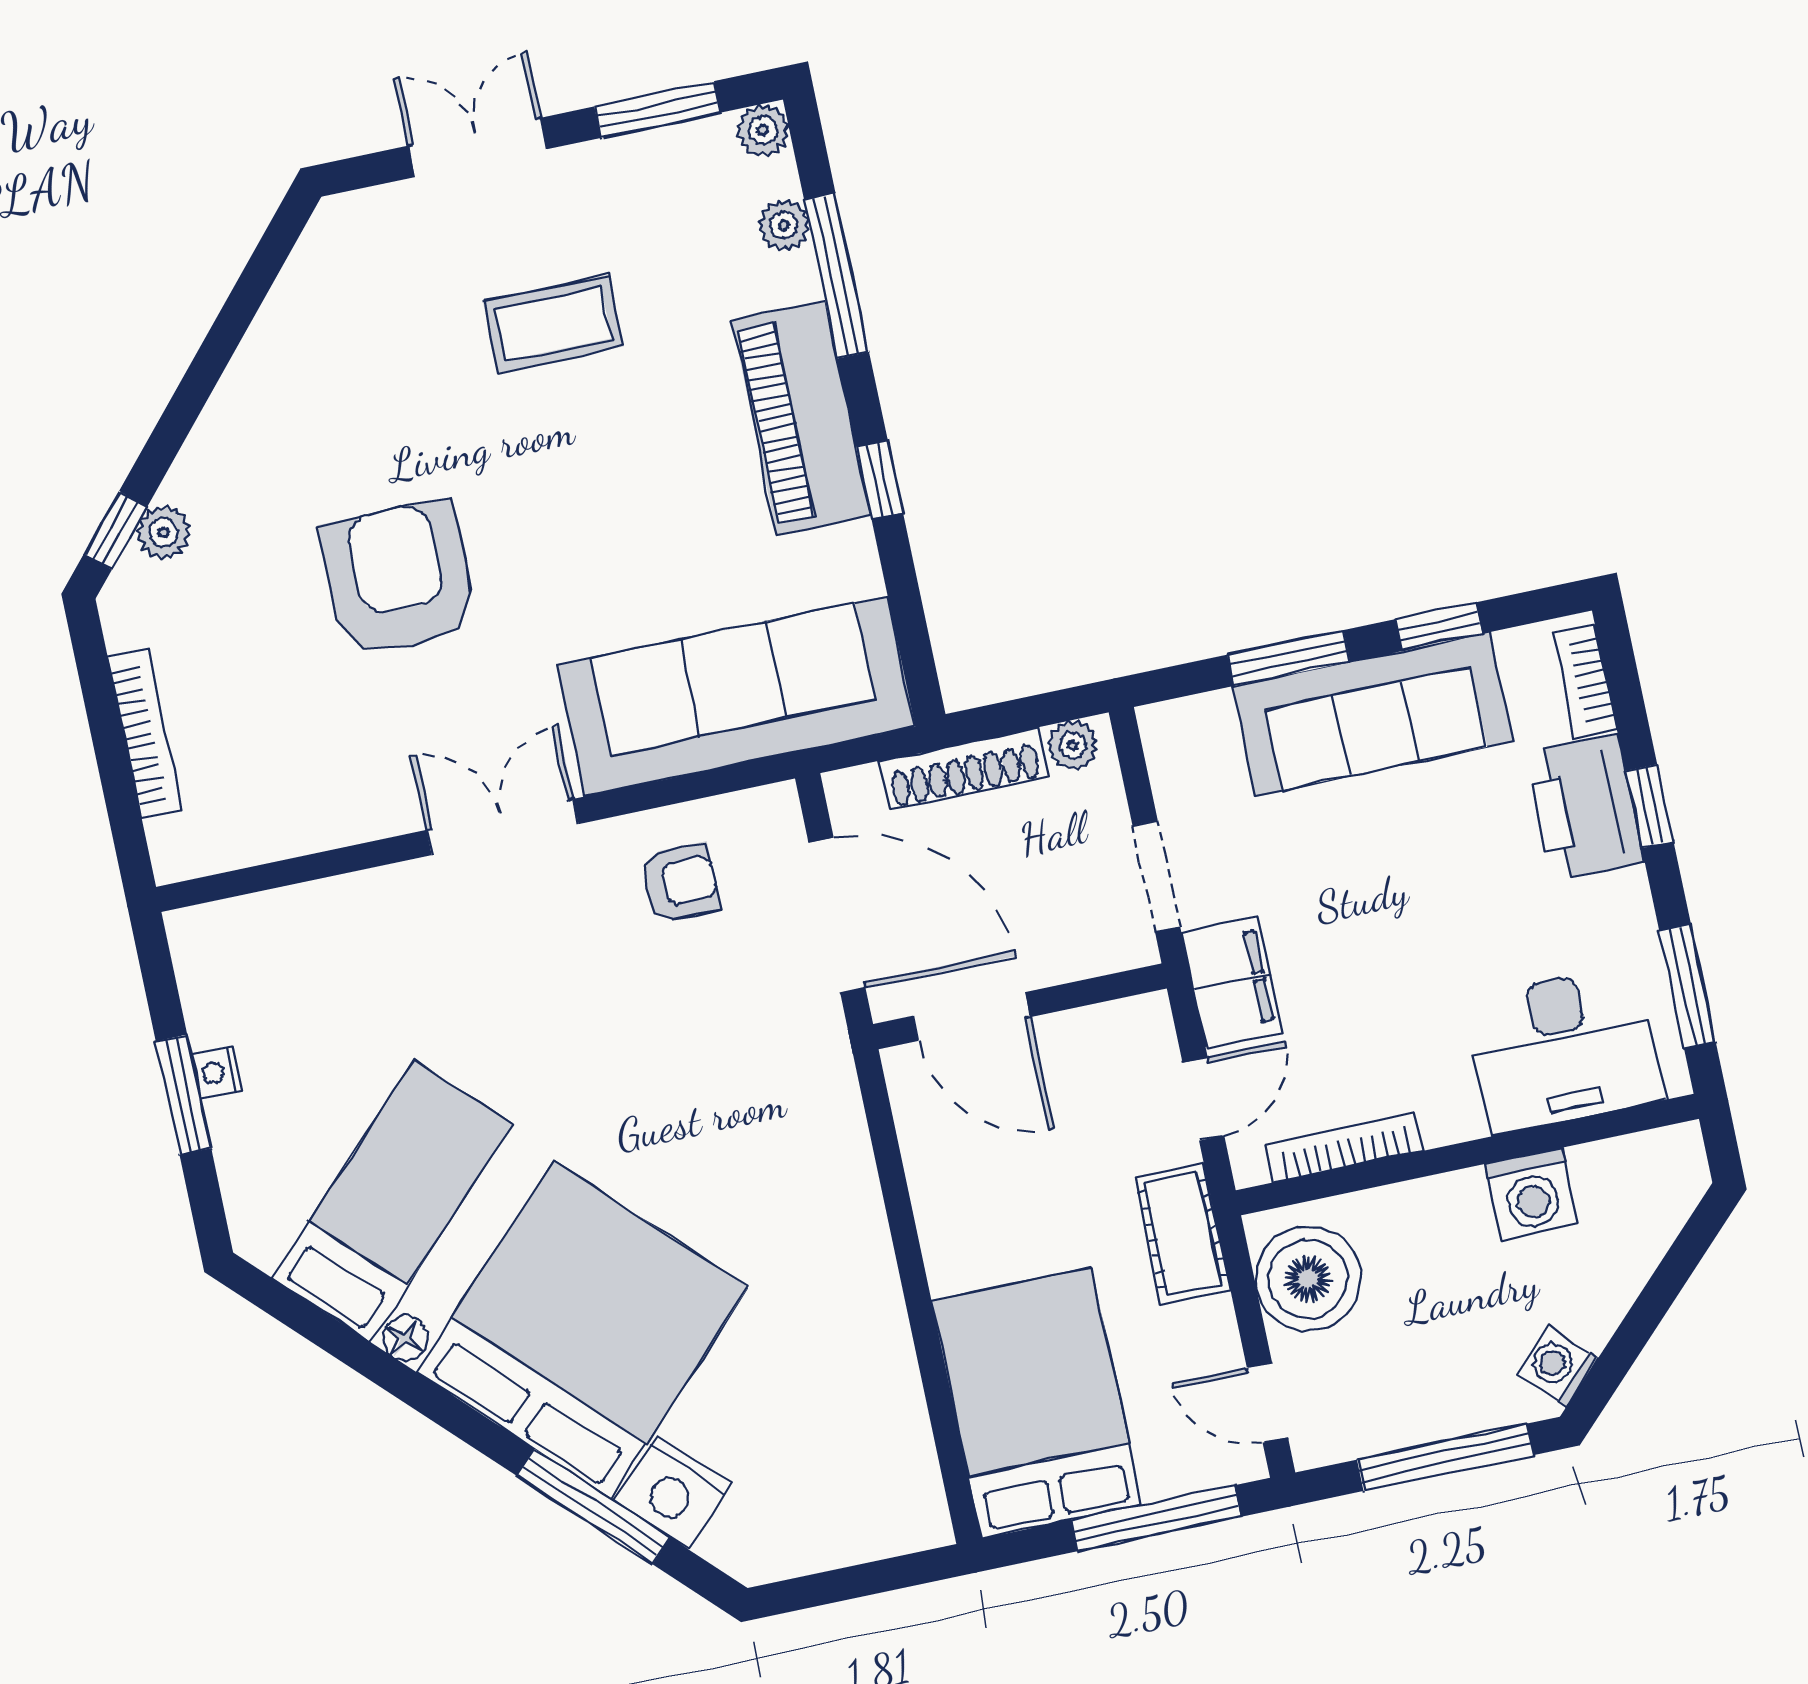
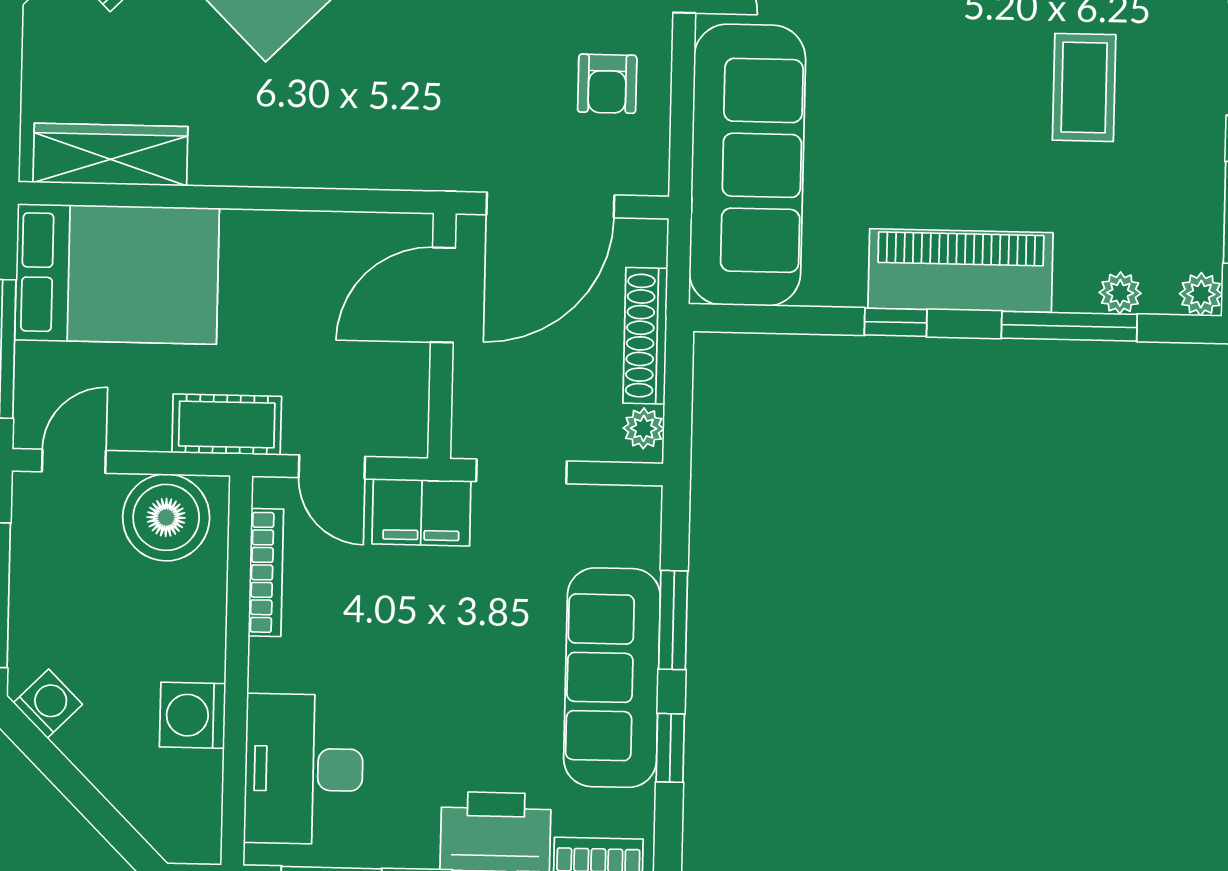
wardrobe: (899, 1444) -> (110, 155), added

